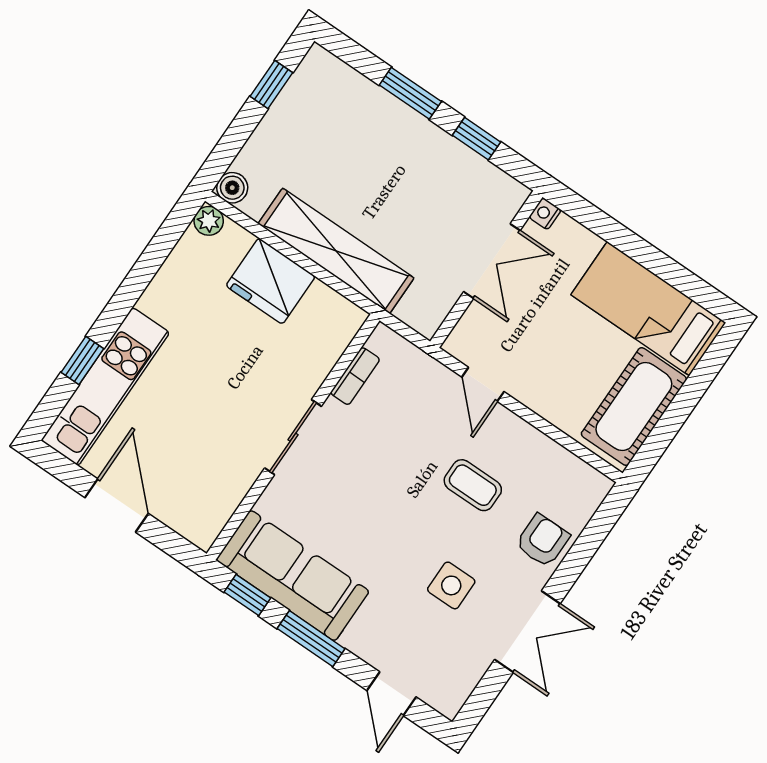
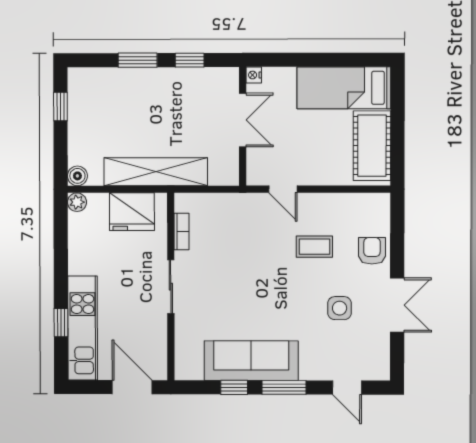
bookcase: (355, 376) -> (182, 231), moved
sliding door: (293, 437) -> (171, 287), moved
wall: (293, 437) -> (171, 287), moved

